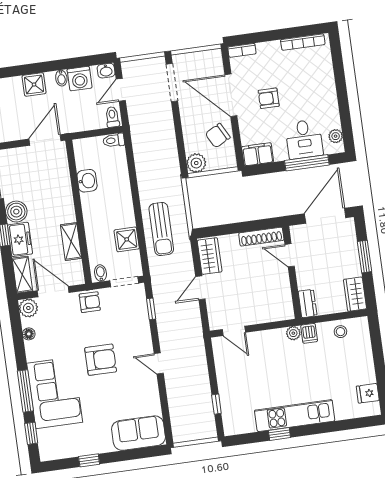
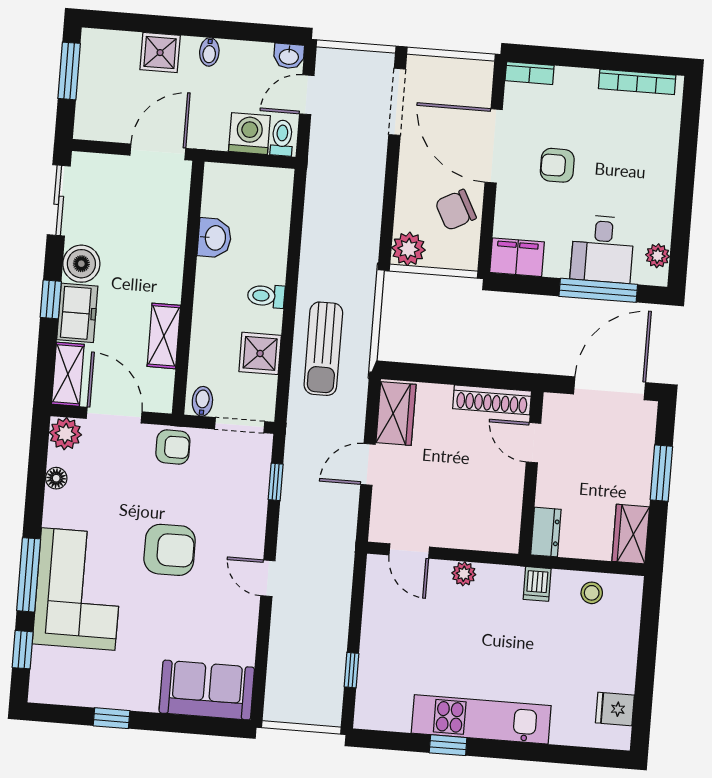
washing machine: (80, 79) -> (249, 134), moved, turned 180
toilet: (114, 140) -> (266, 296), moved
plant: (293, 333) -> (464, 574), moved

